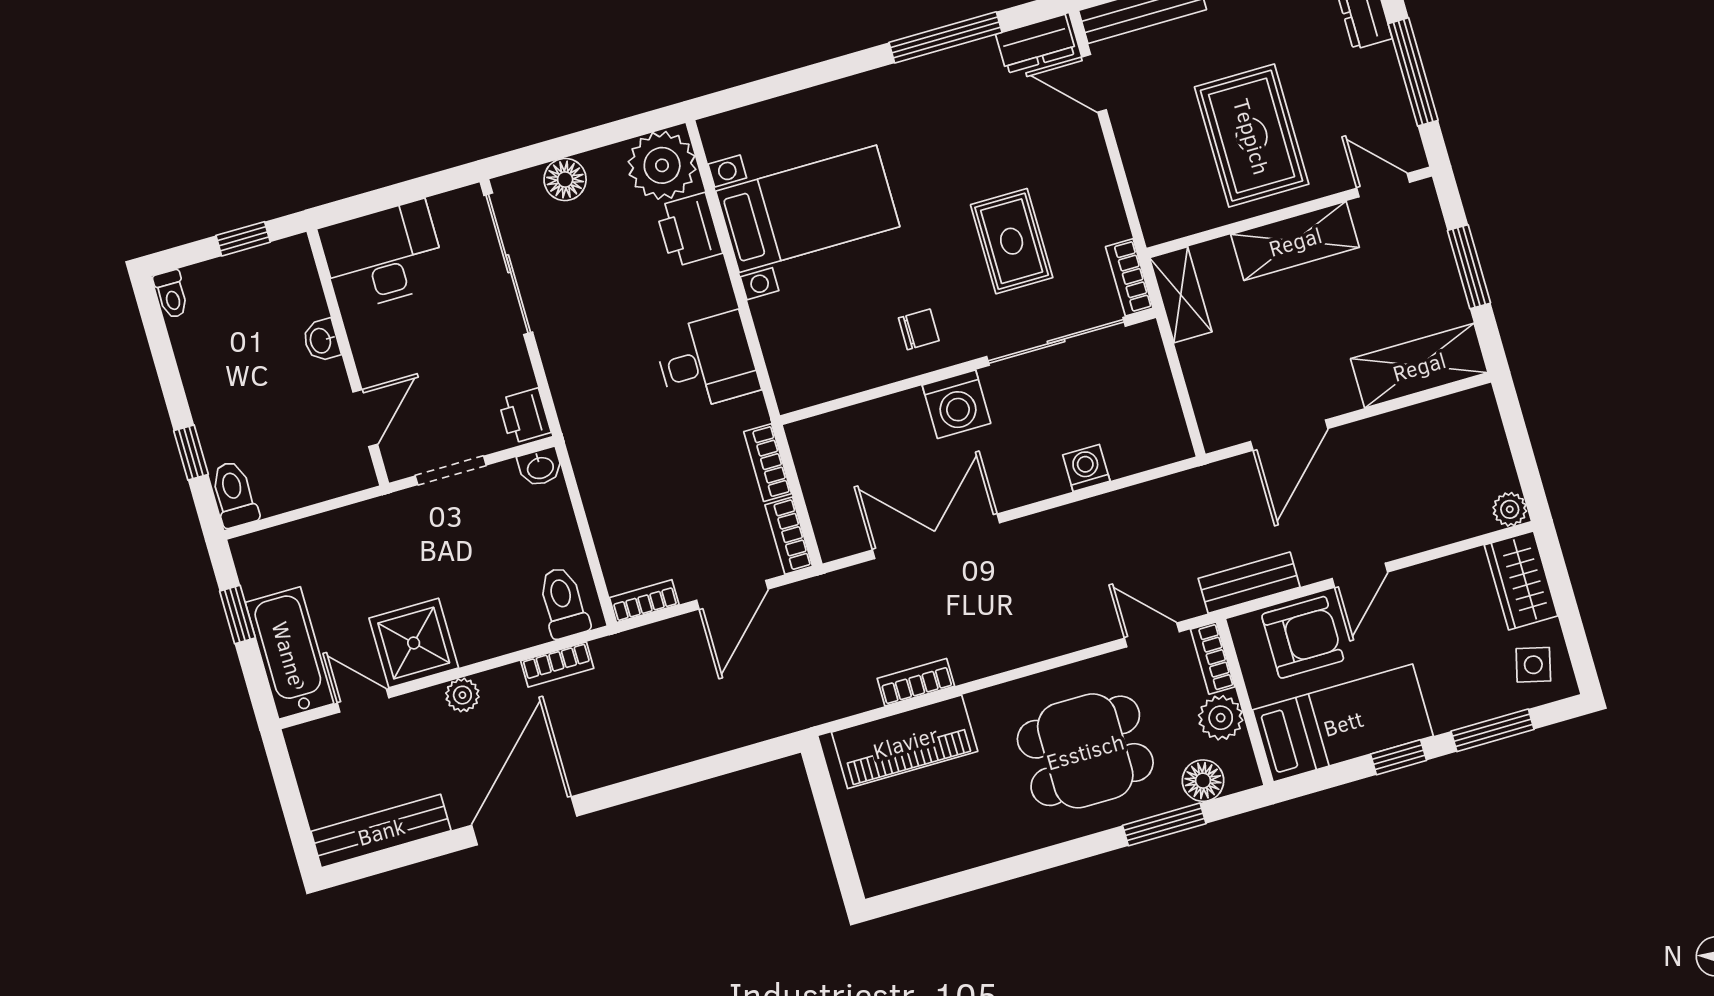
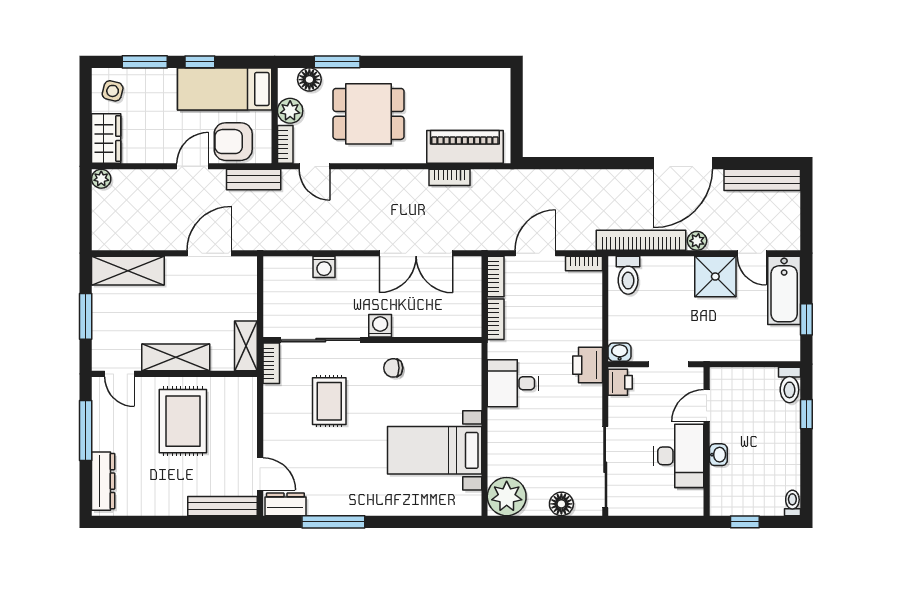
printer: (689, 230) -> (588, 365), moved, turned 180
desk: (383, 256) -> (679, 456), moved, turned -90
washing machine: (956, 404) -> (380, 326), width x0.73, depth x0.73
bookcase: (557, 665) -> (641, 240), width x2.31, depth x1.31

